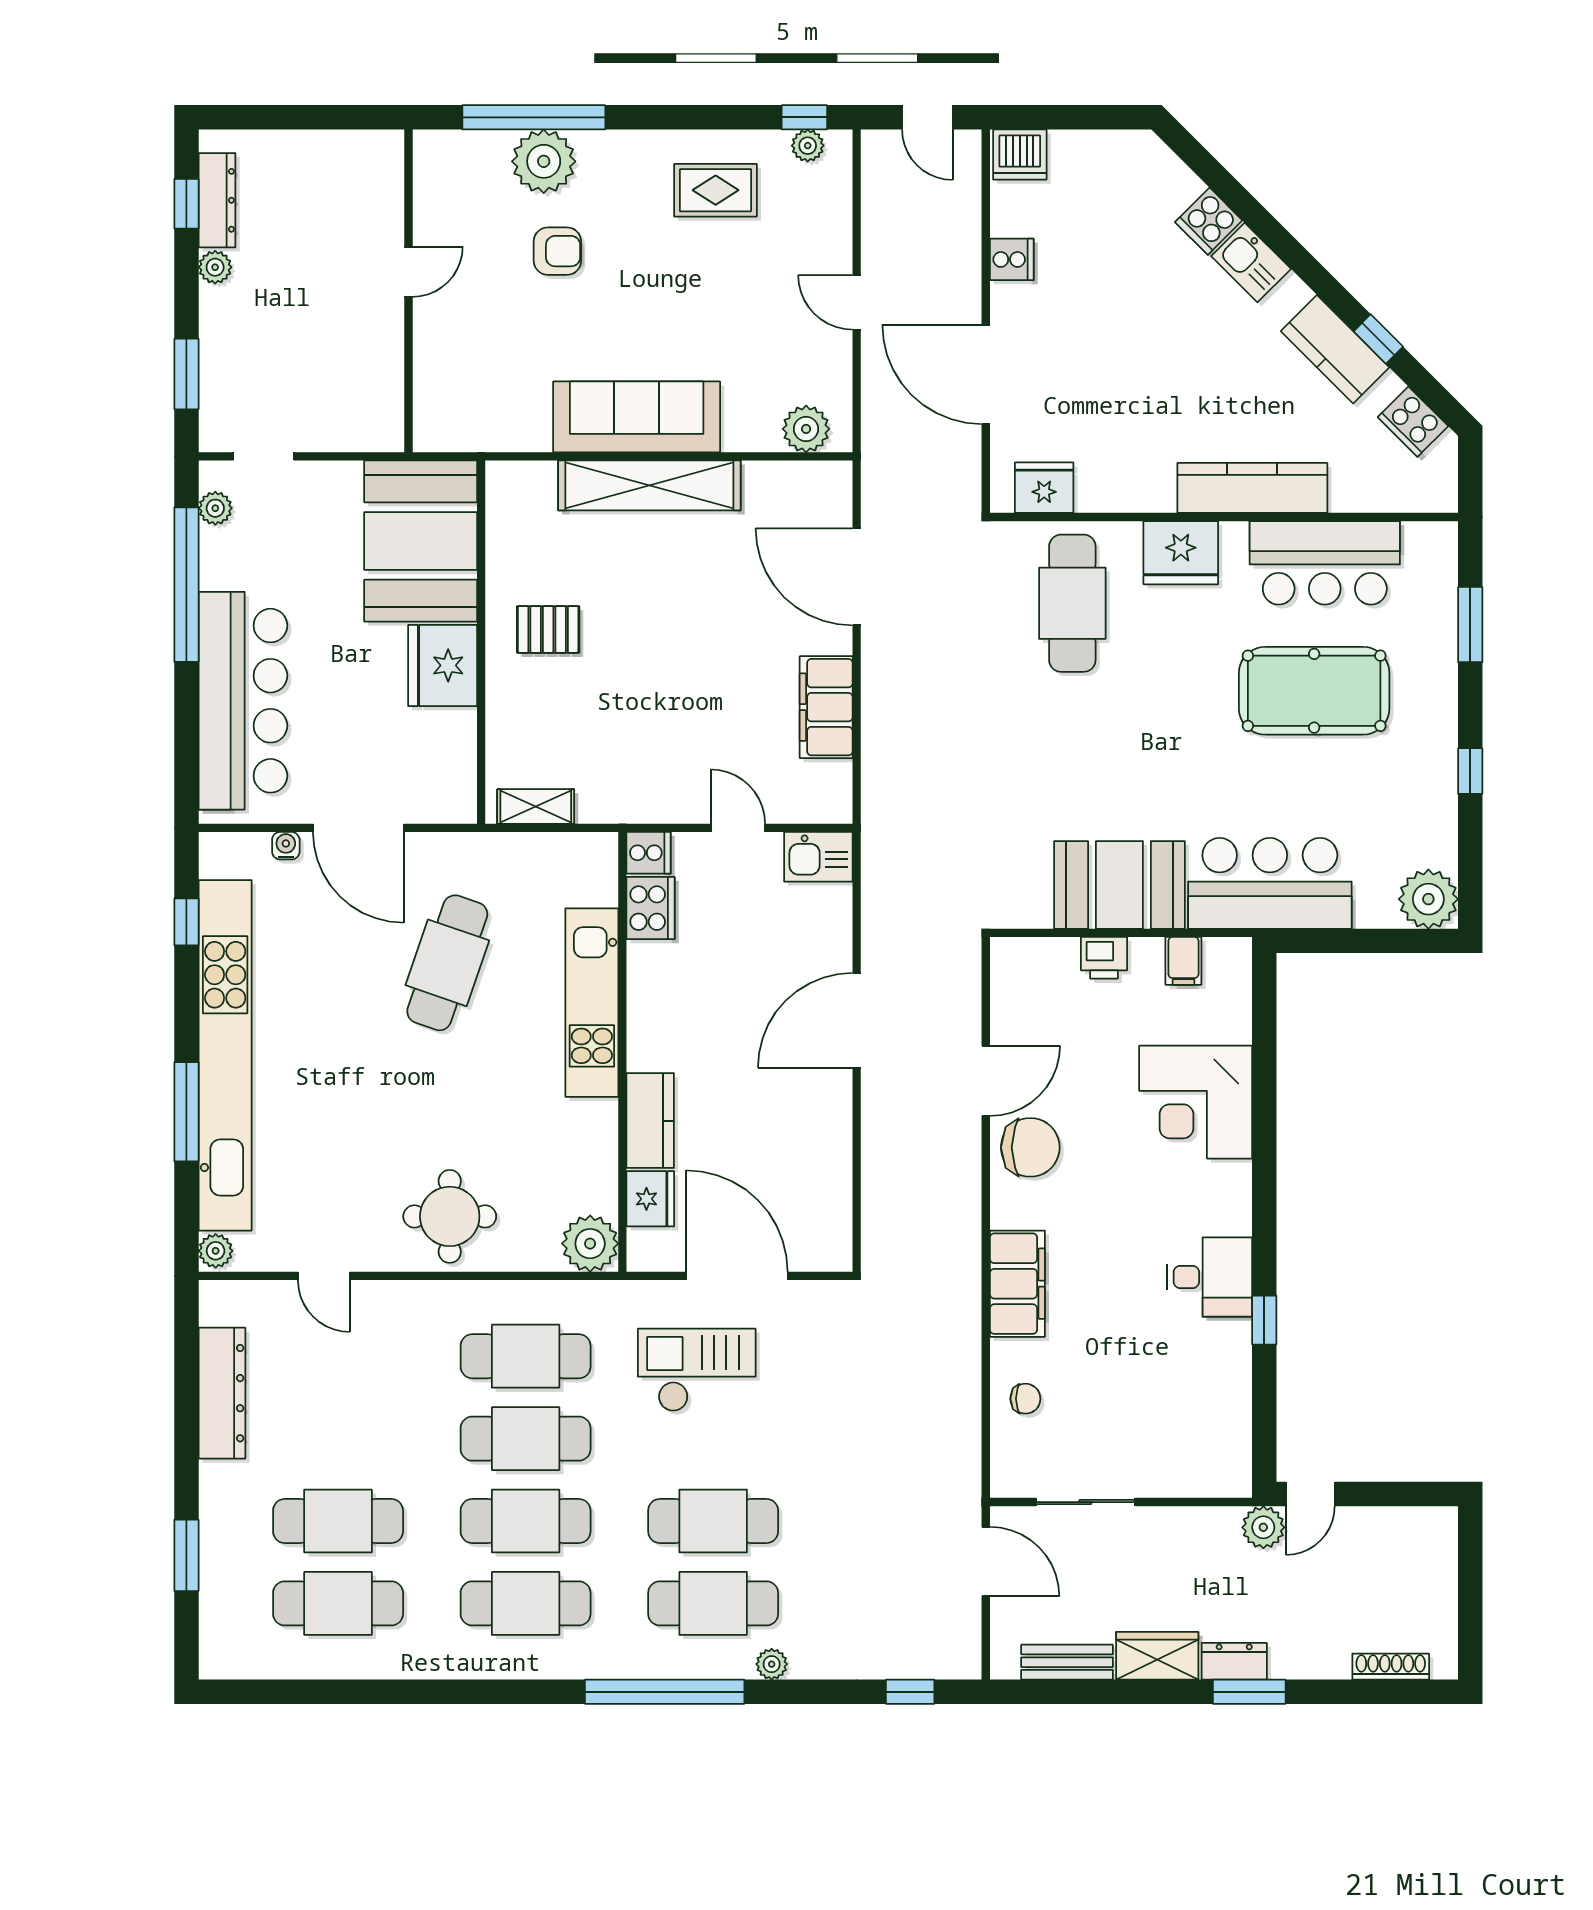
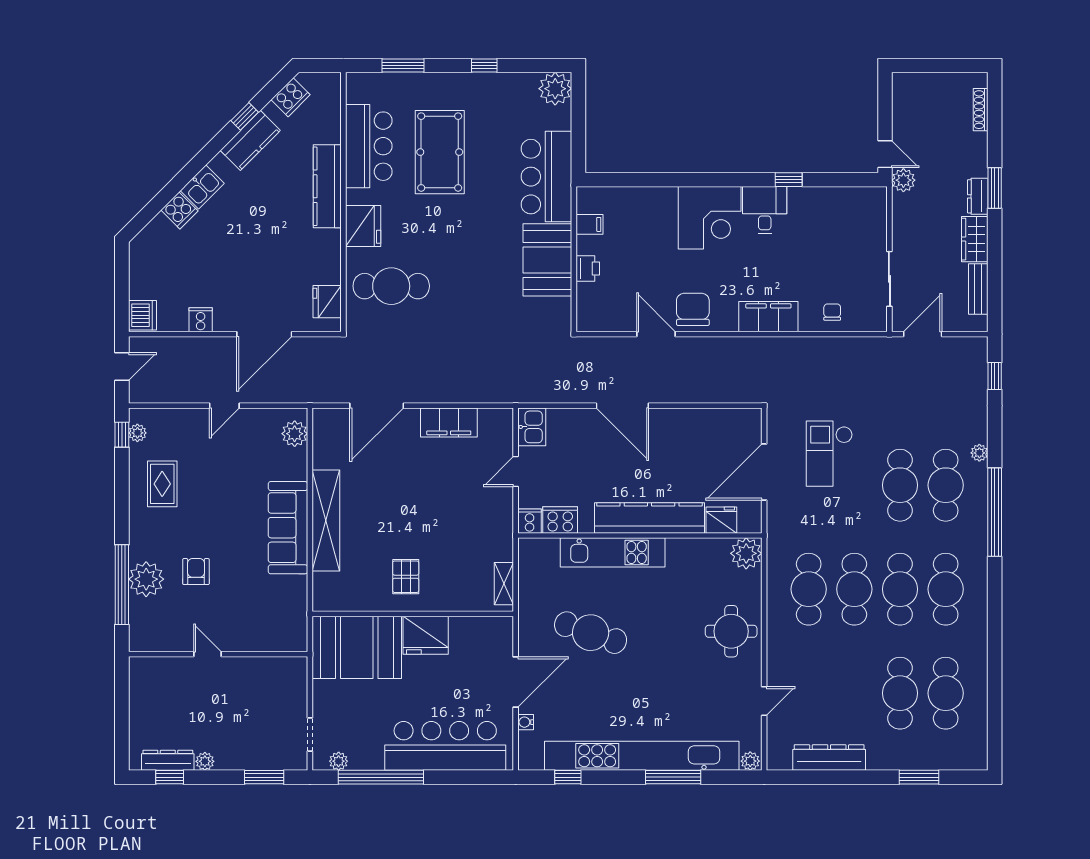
corner desk: (1196, 1102) -> (710, 218), moved
kitchen counter: (650, 1121) -> (649, 518), width x2.08, depth x1.17
checkout: (697, 1370) -> (829, 454), moved

